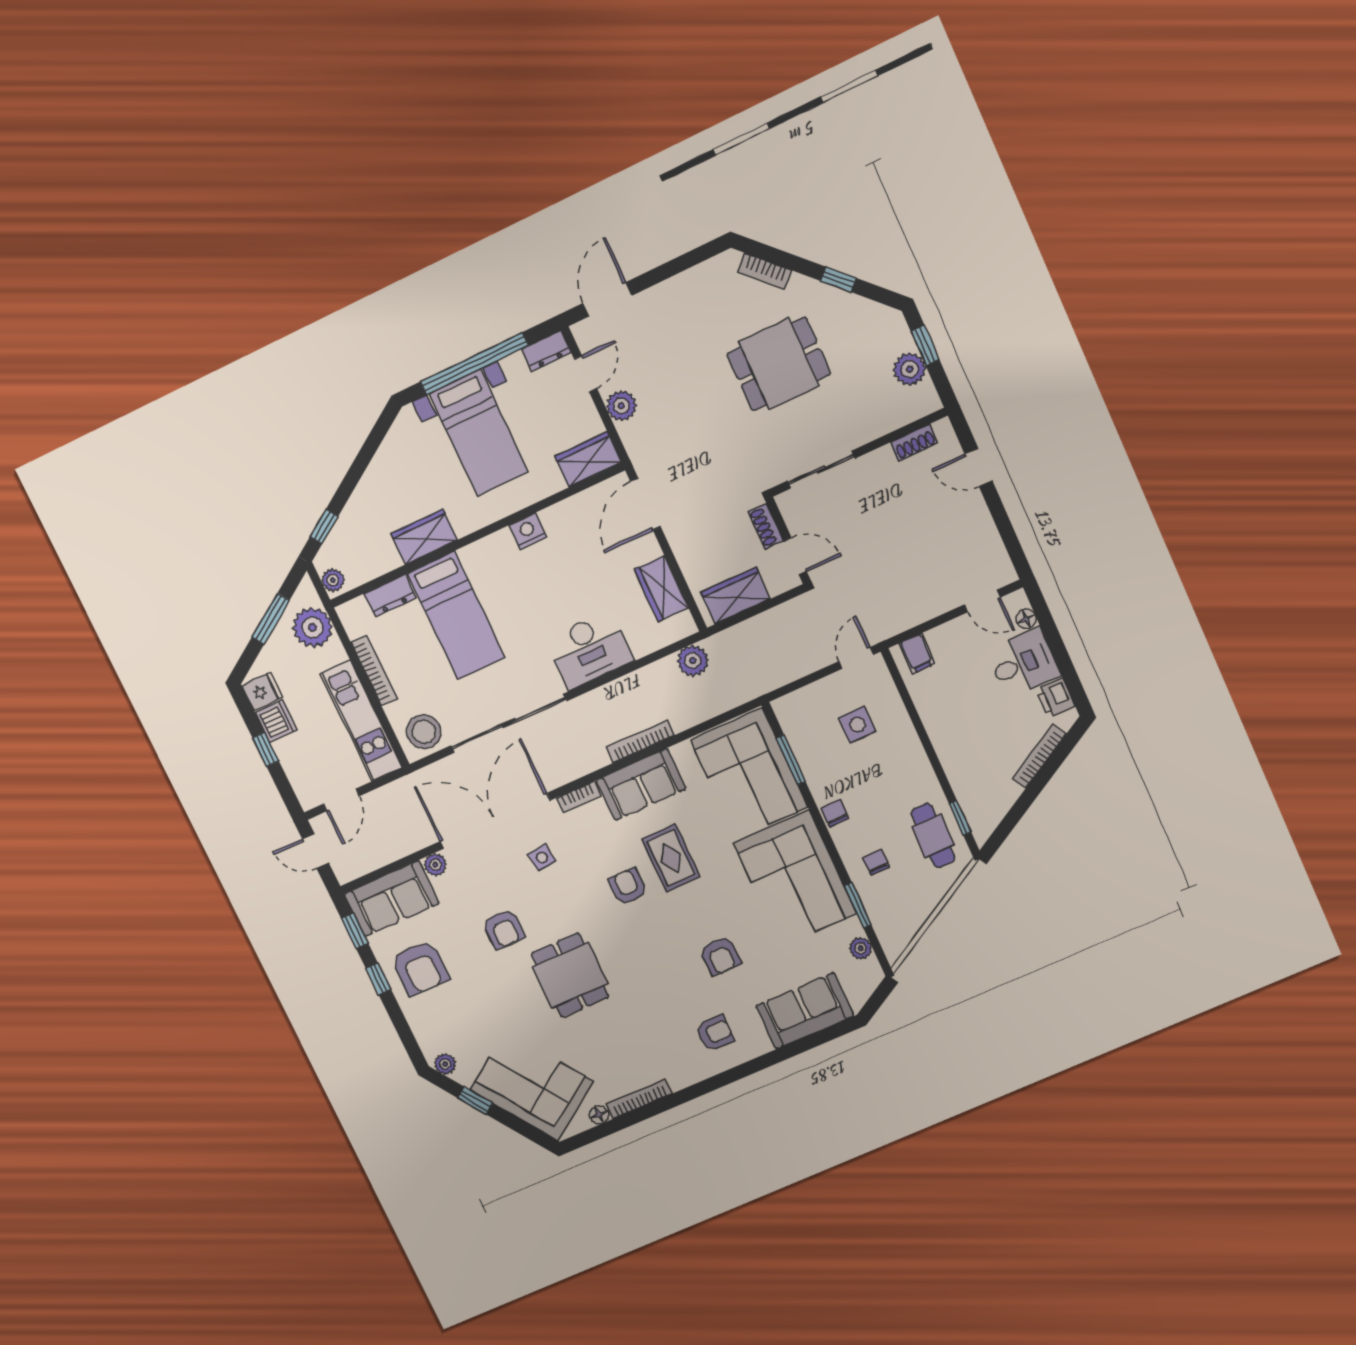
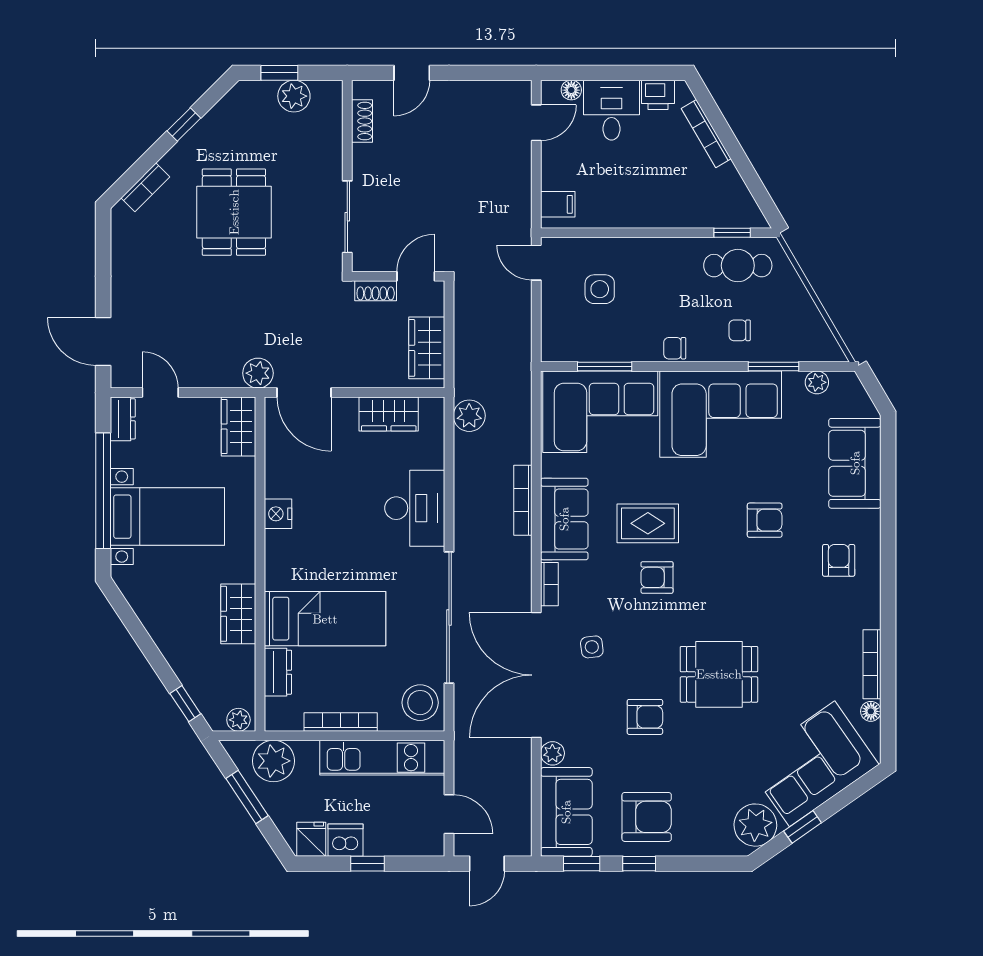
plant: (621, 406) -> (258, 373), moved
plant: (445, 1064) -> (755, 825), width x1.87, depth x1.87

